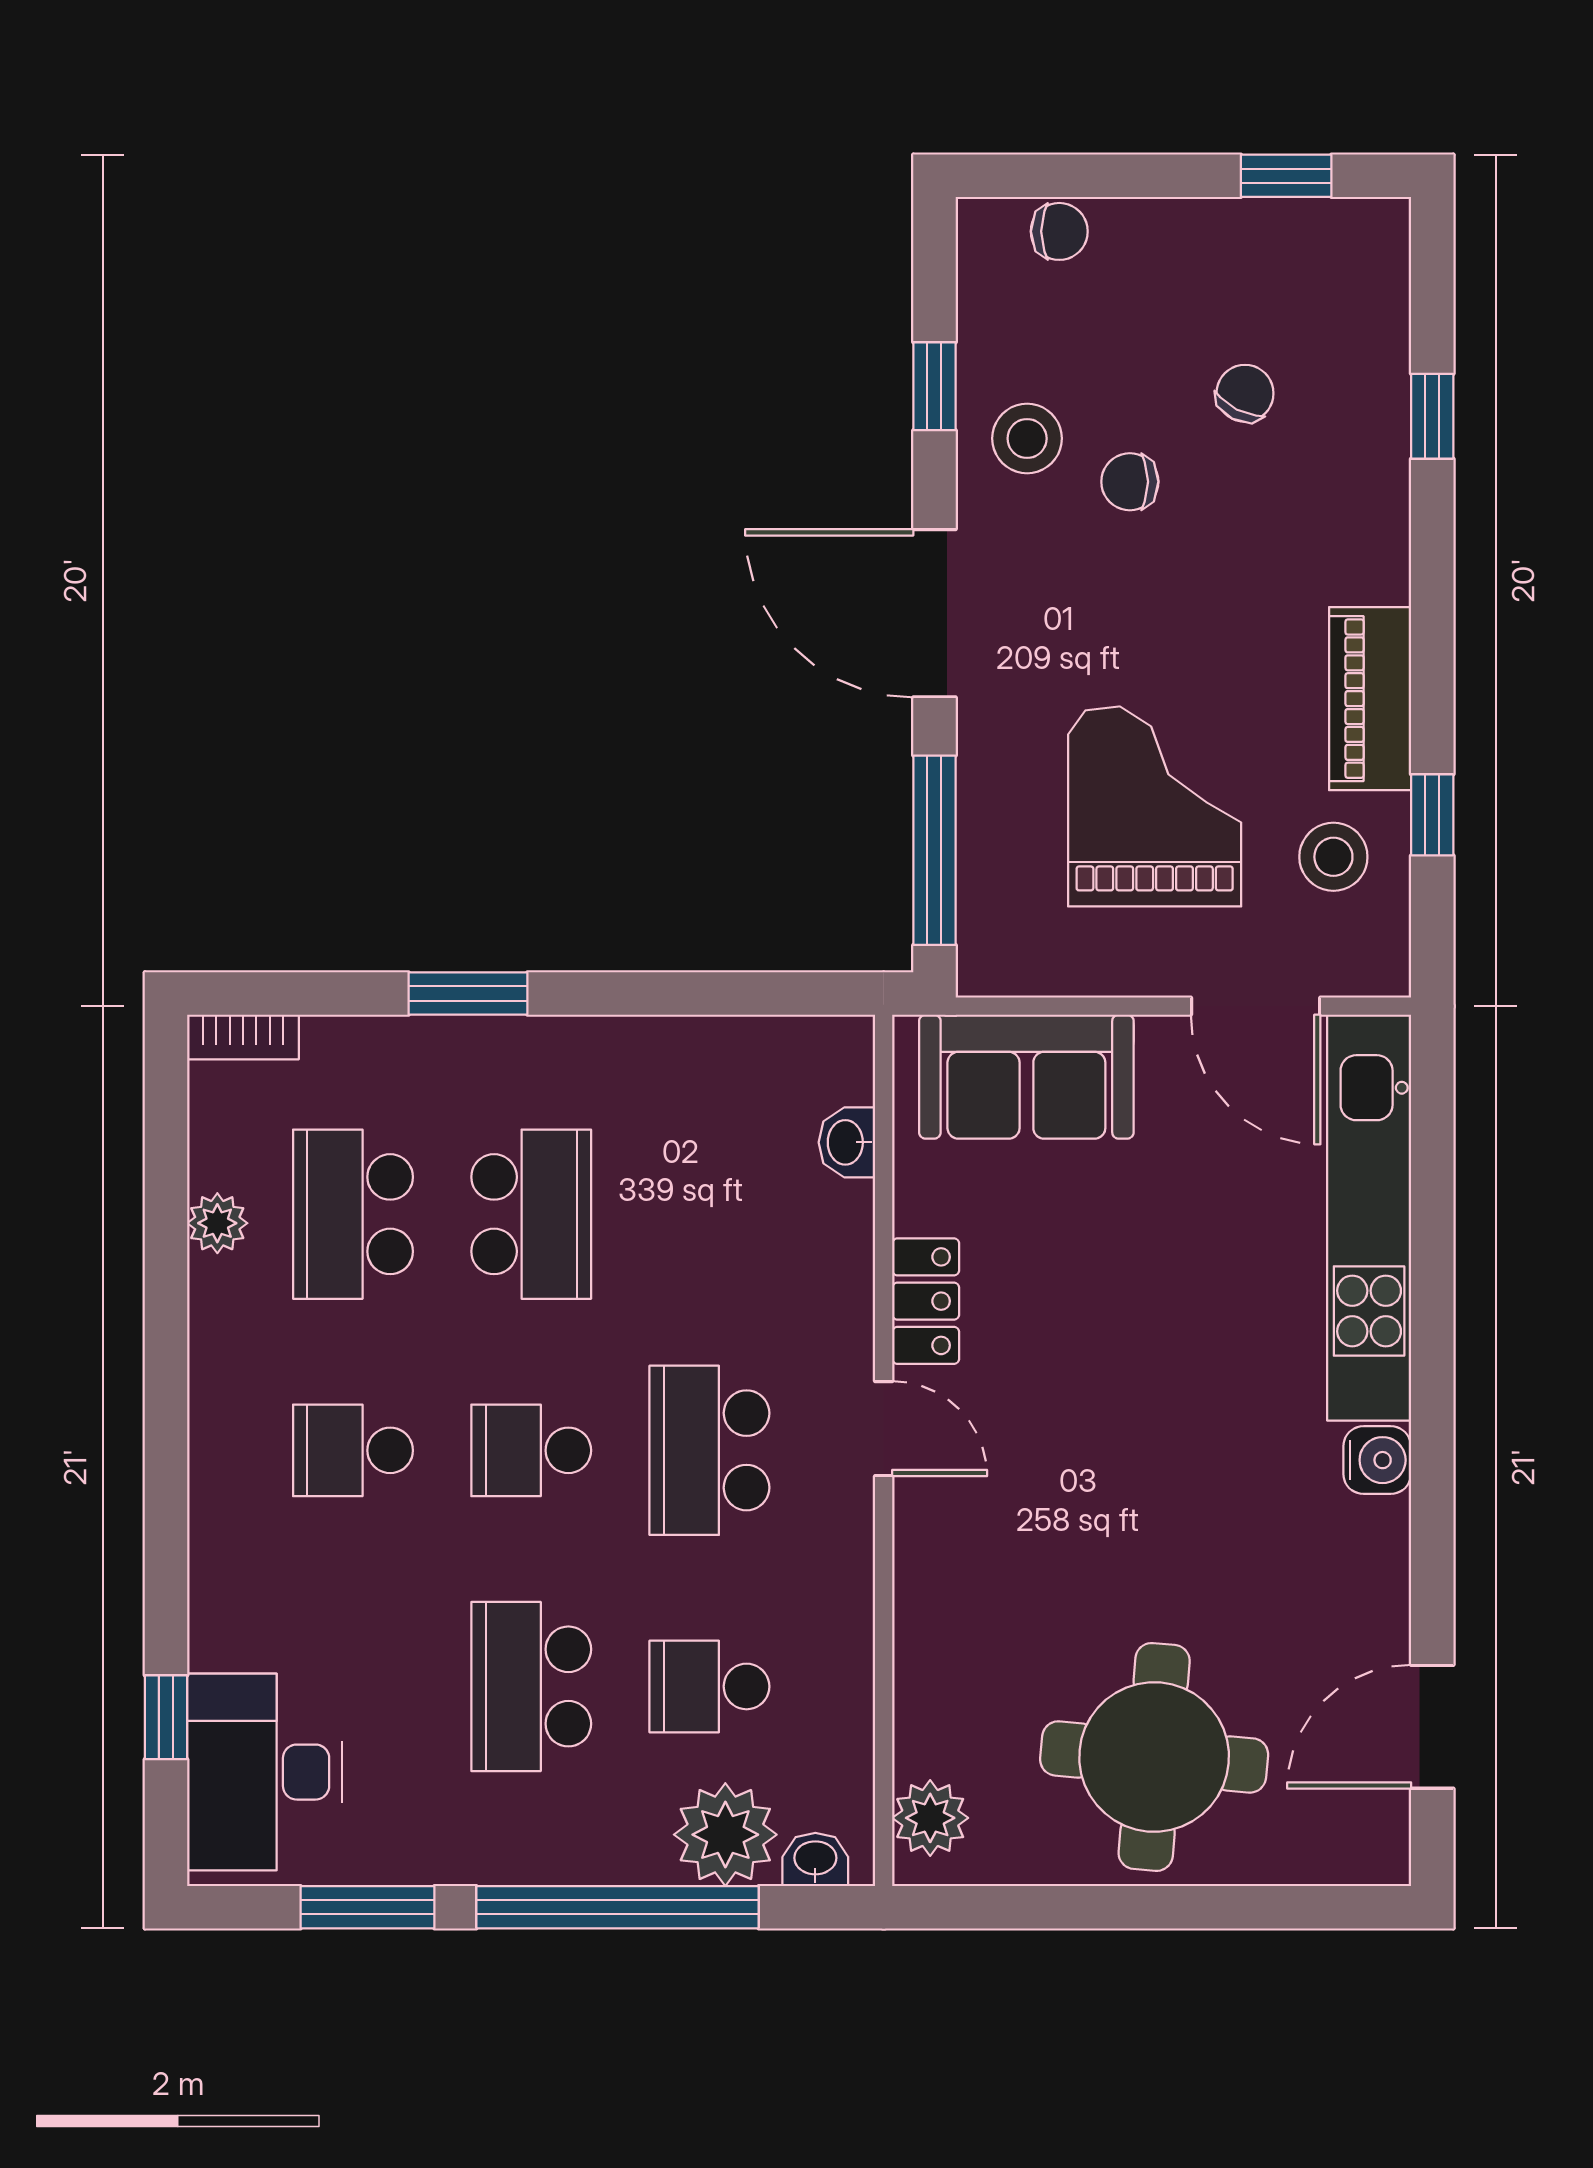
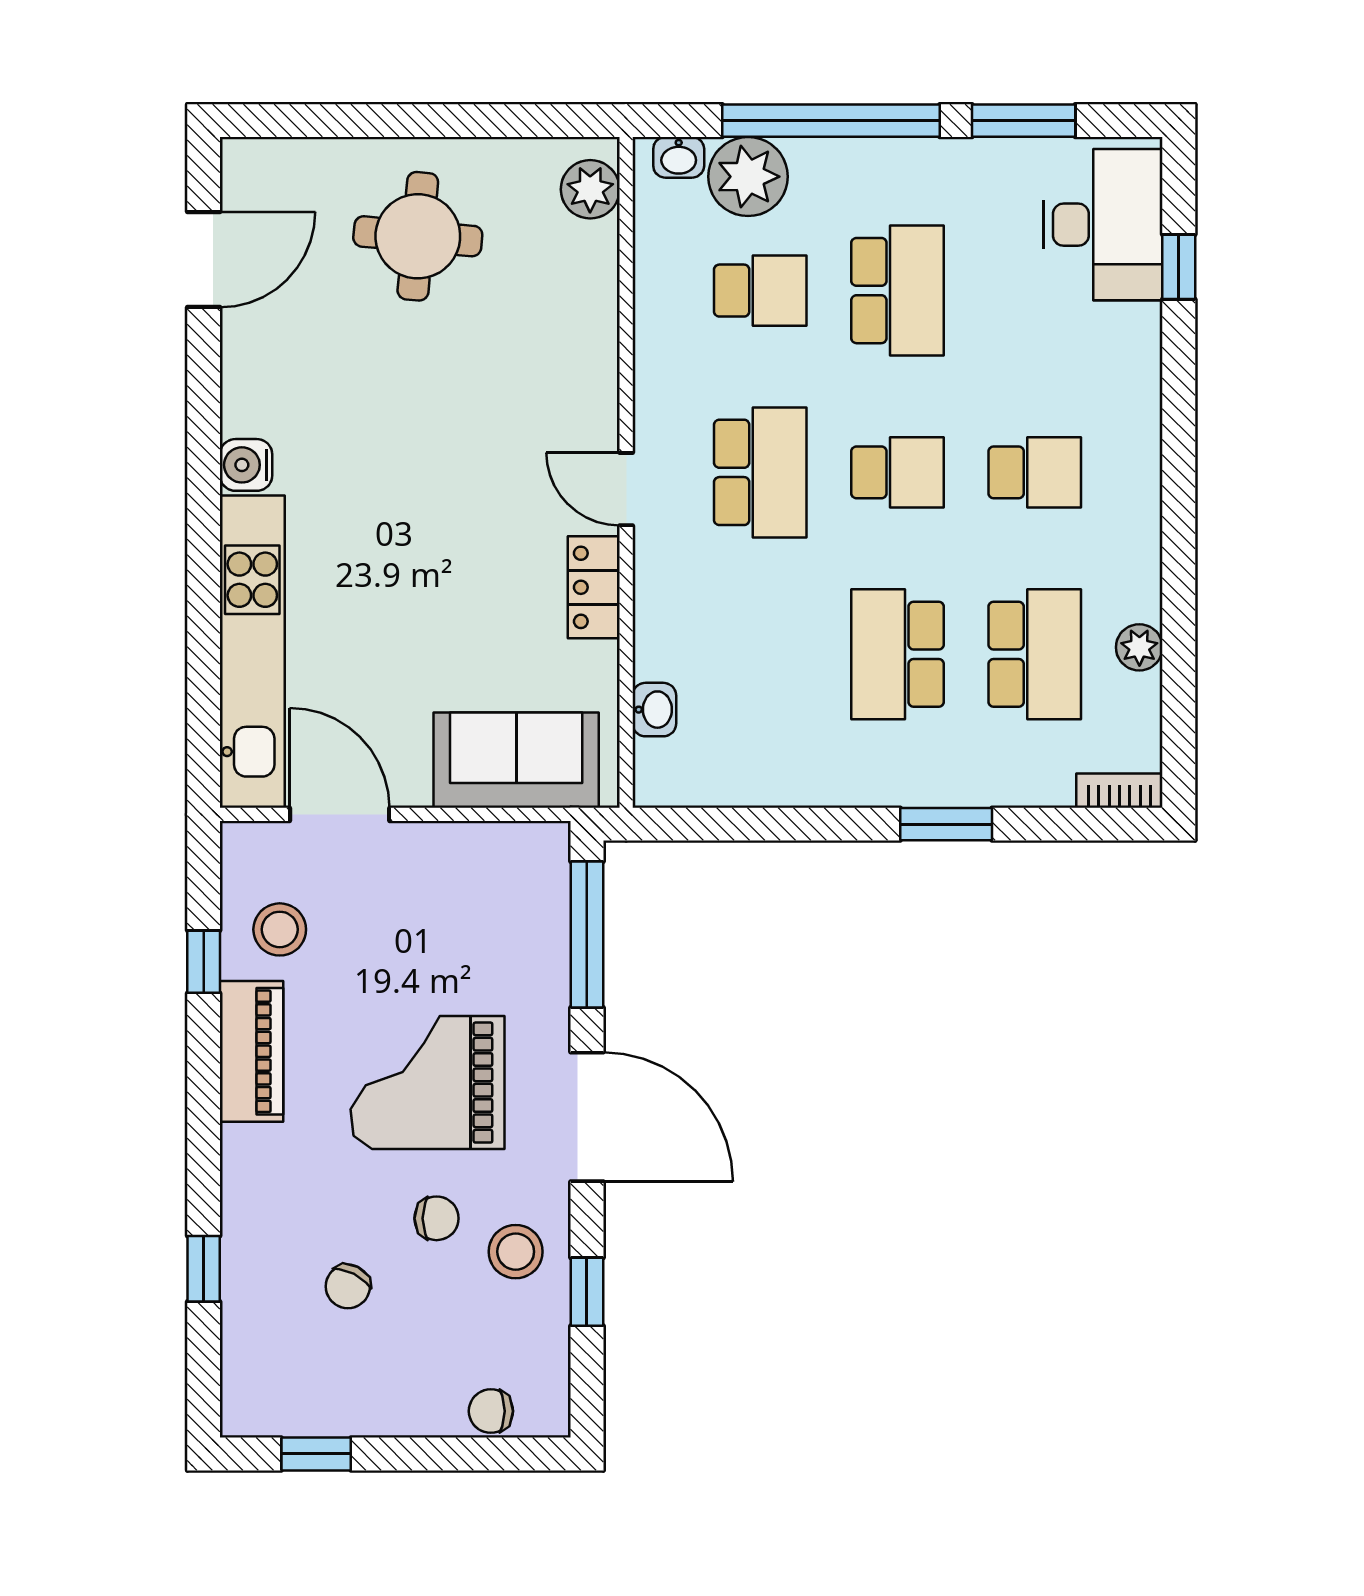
grand piano: (1155, 806) -> (428, 1083), moved, turned 90
round table: (1154, 1757) -> (418, 236), width x0.73, depth x0.73

